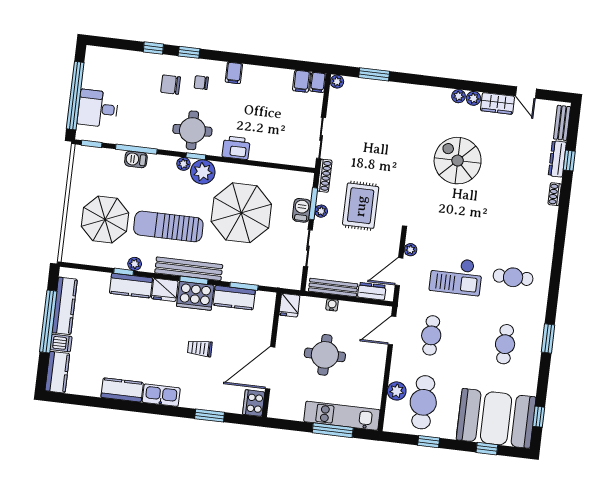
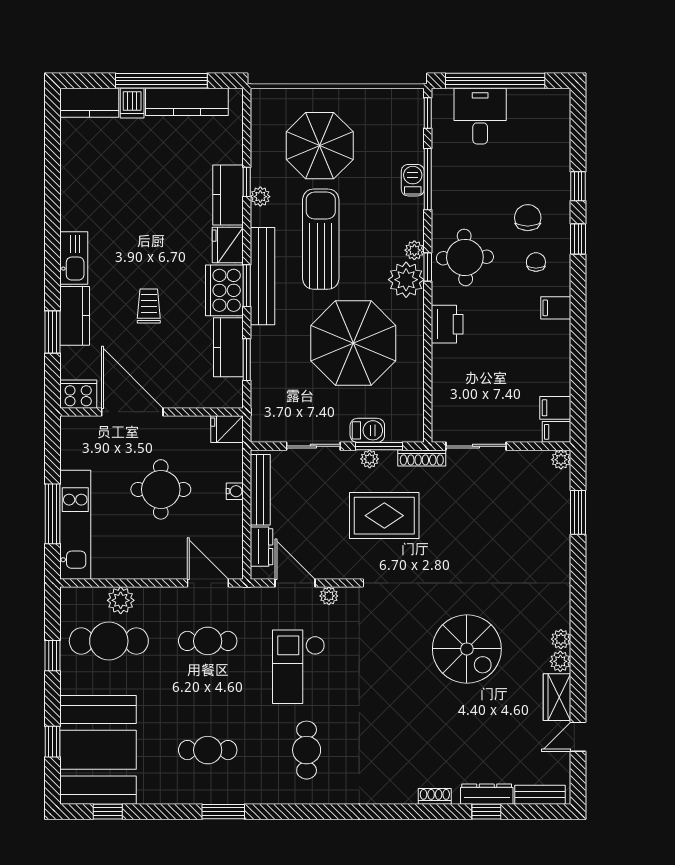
spiral stairs: (458, 161) -> (467, 649), turned 90
kitchen counter: (122, 390) -> (75, 316), moved

